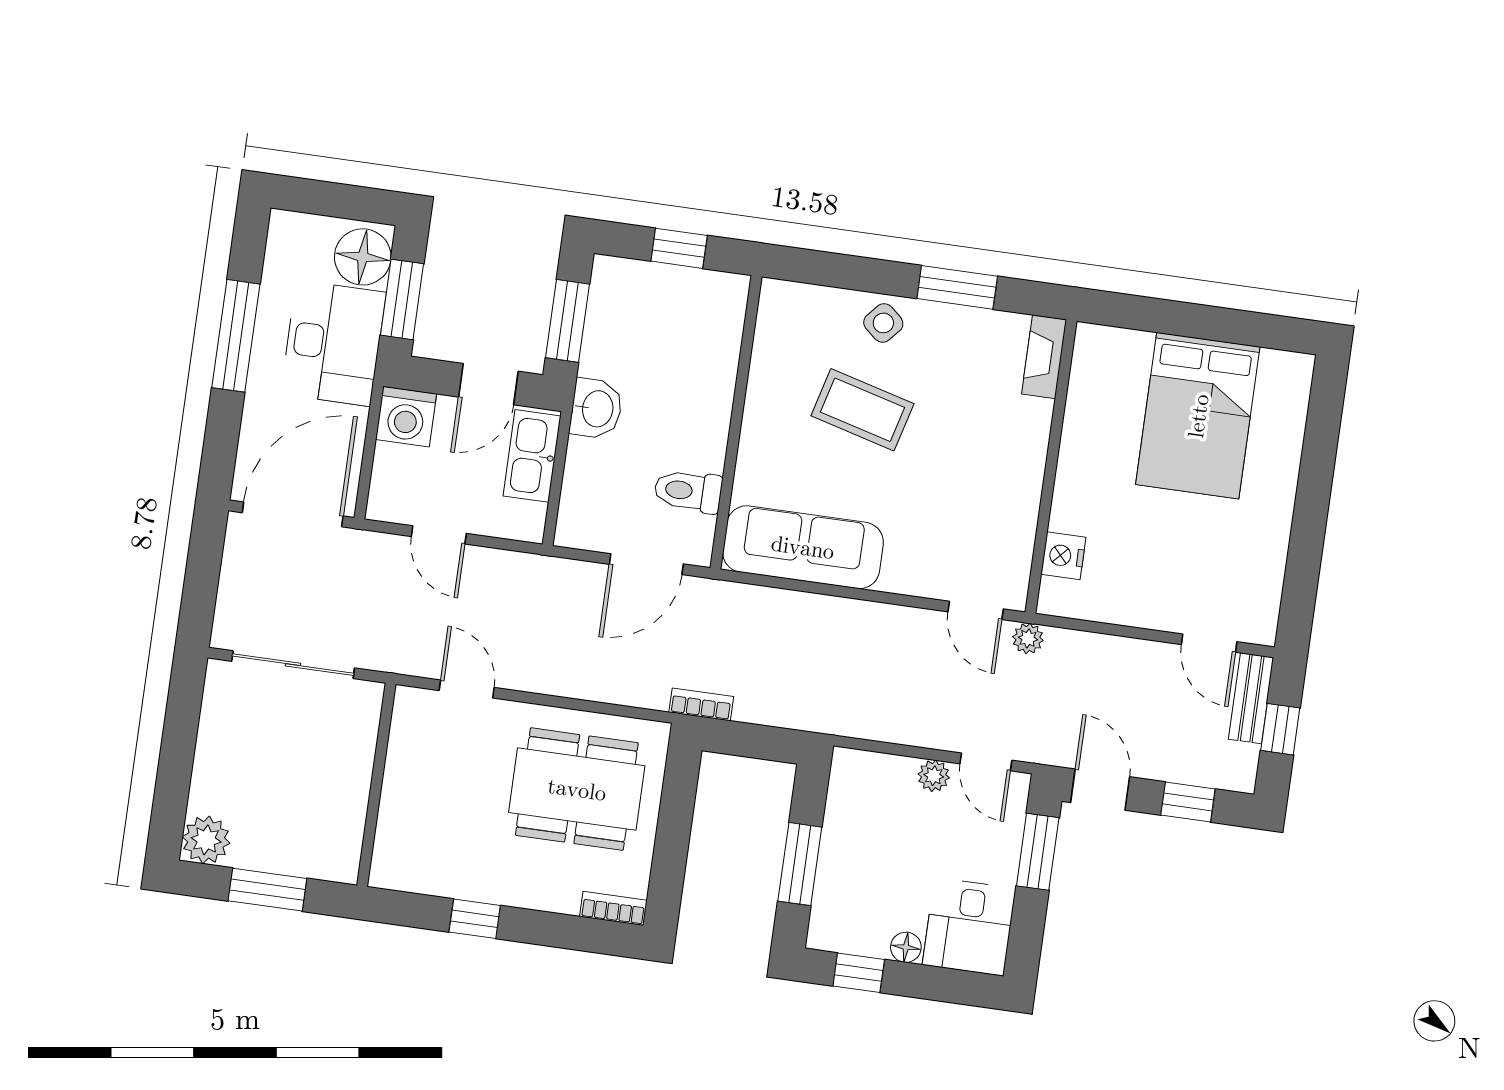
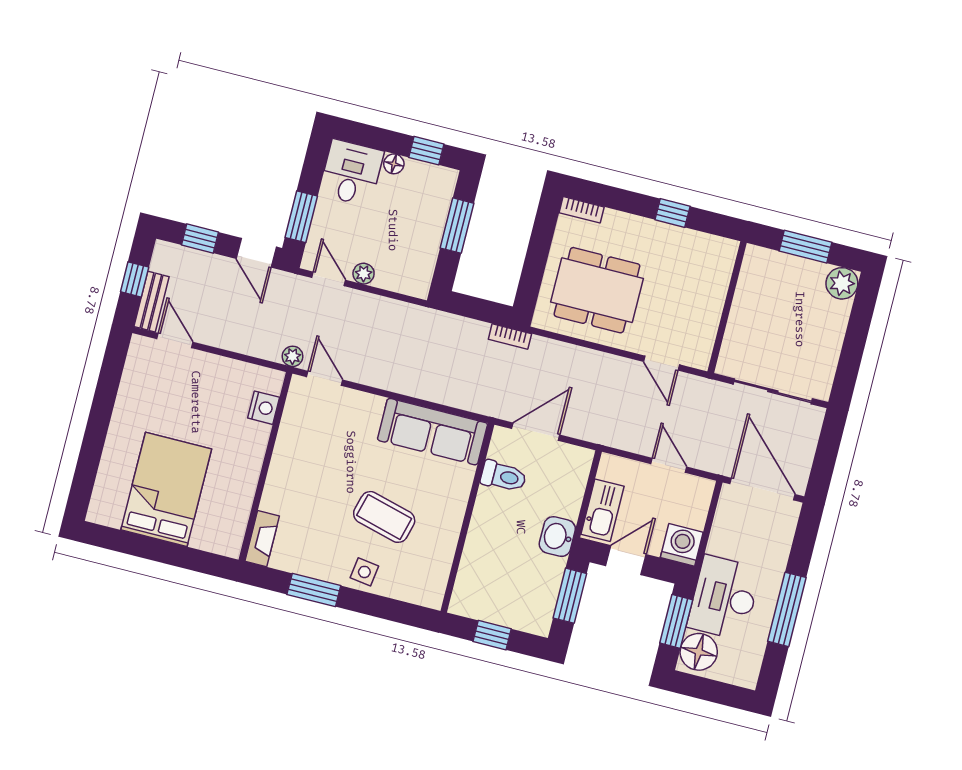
side table: (883, 323) -> (364, 572), turned -33
door: (293, 514) -> (763, 489), swing flipped

